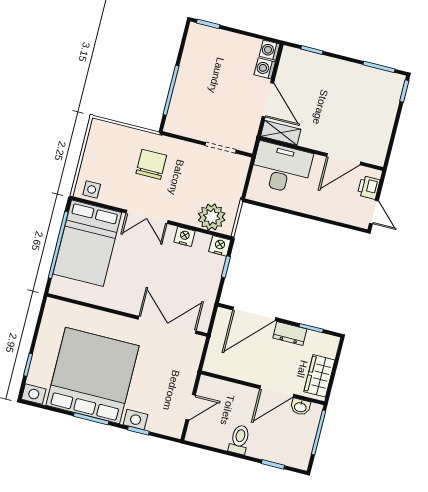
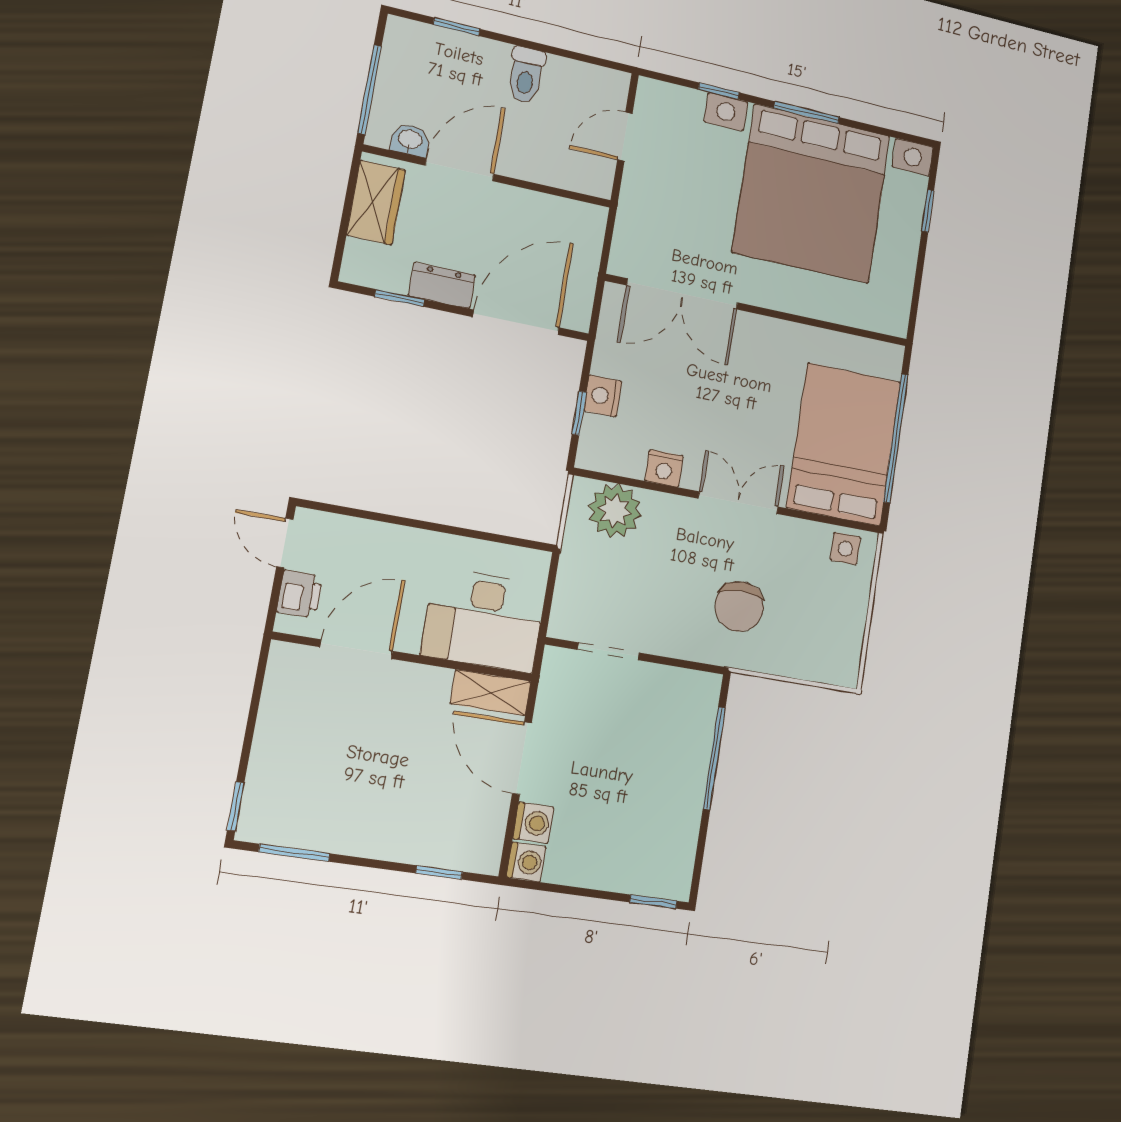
nightstand: (220, 246) -> (603, 396), moved, turned 90

